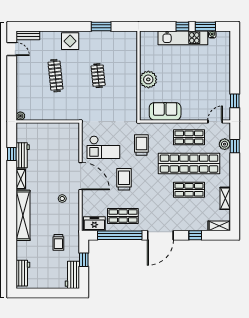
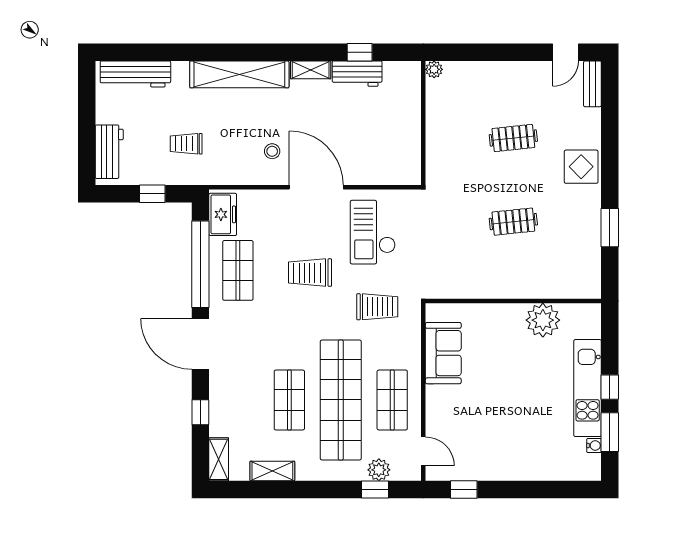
clothes rail: (55, 76) -> (513, 138), width x0.73
plant: (148, 79) -> (543, 320), moved
door: (81, 176) -> (316, 187), swing flipped
trolley: (124, 179) -> (310, 273), turned 180
workbench: (23, 273) -> (135, 74), width x1.38
workbench: (72, 275) -> (109, 152), moved, turned 90

